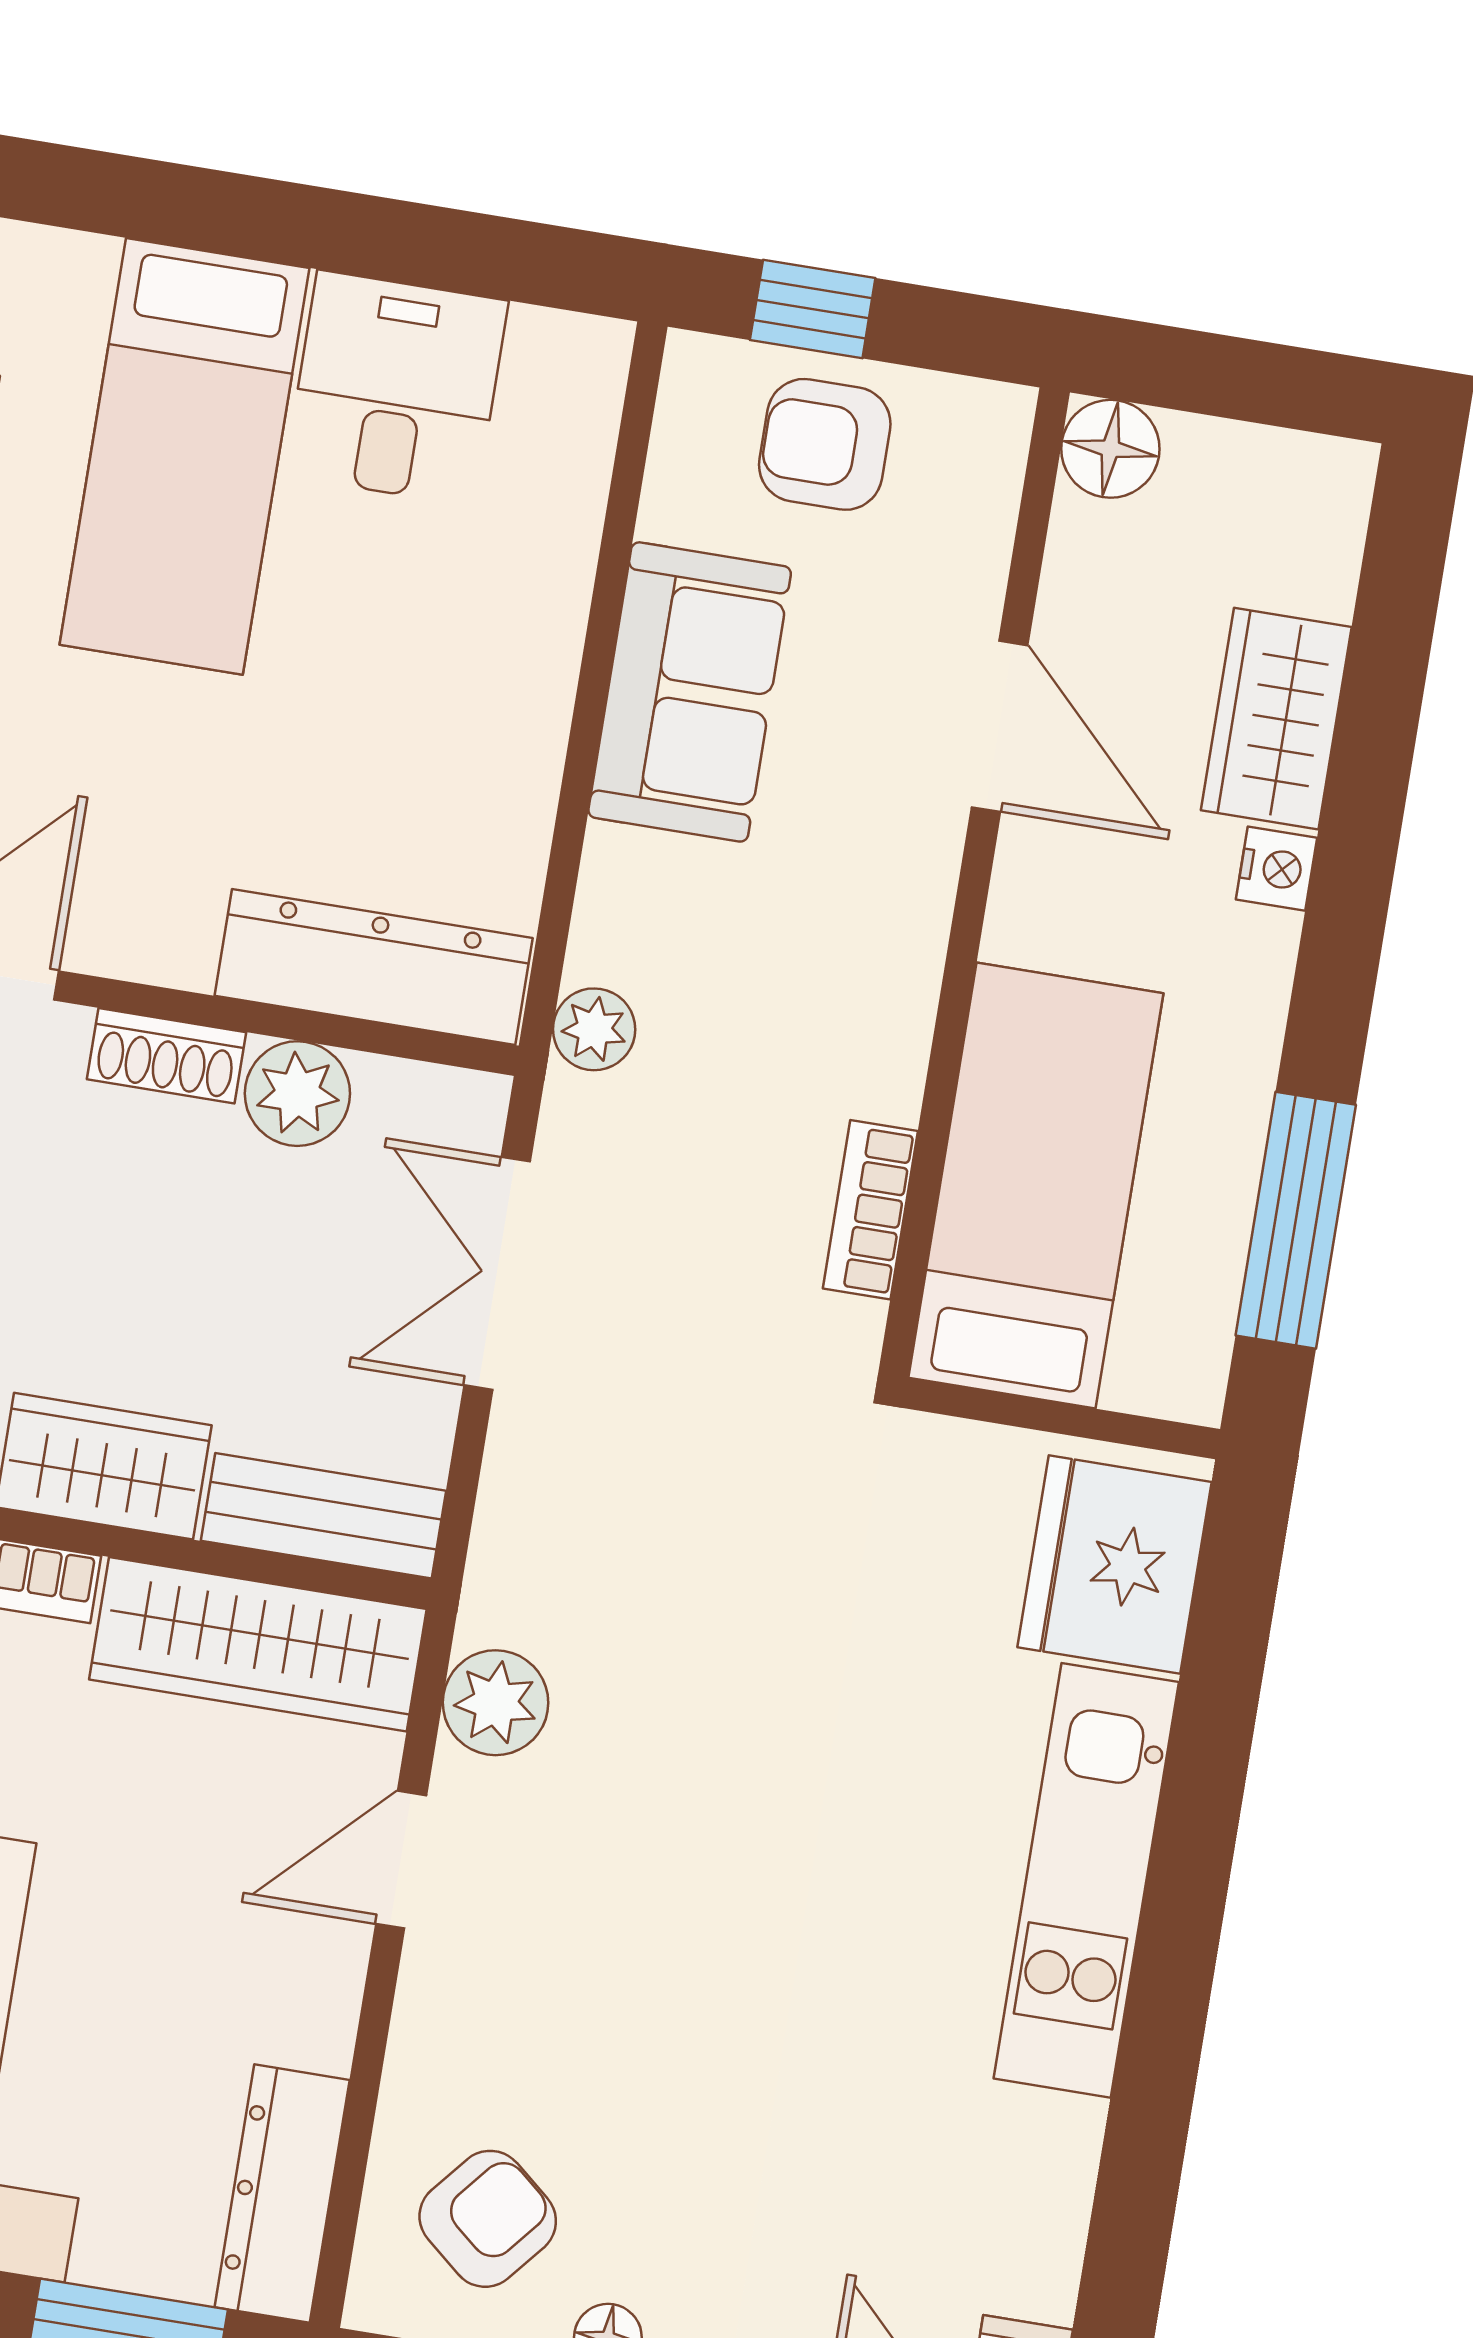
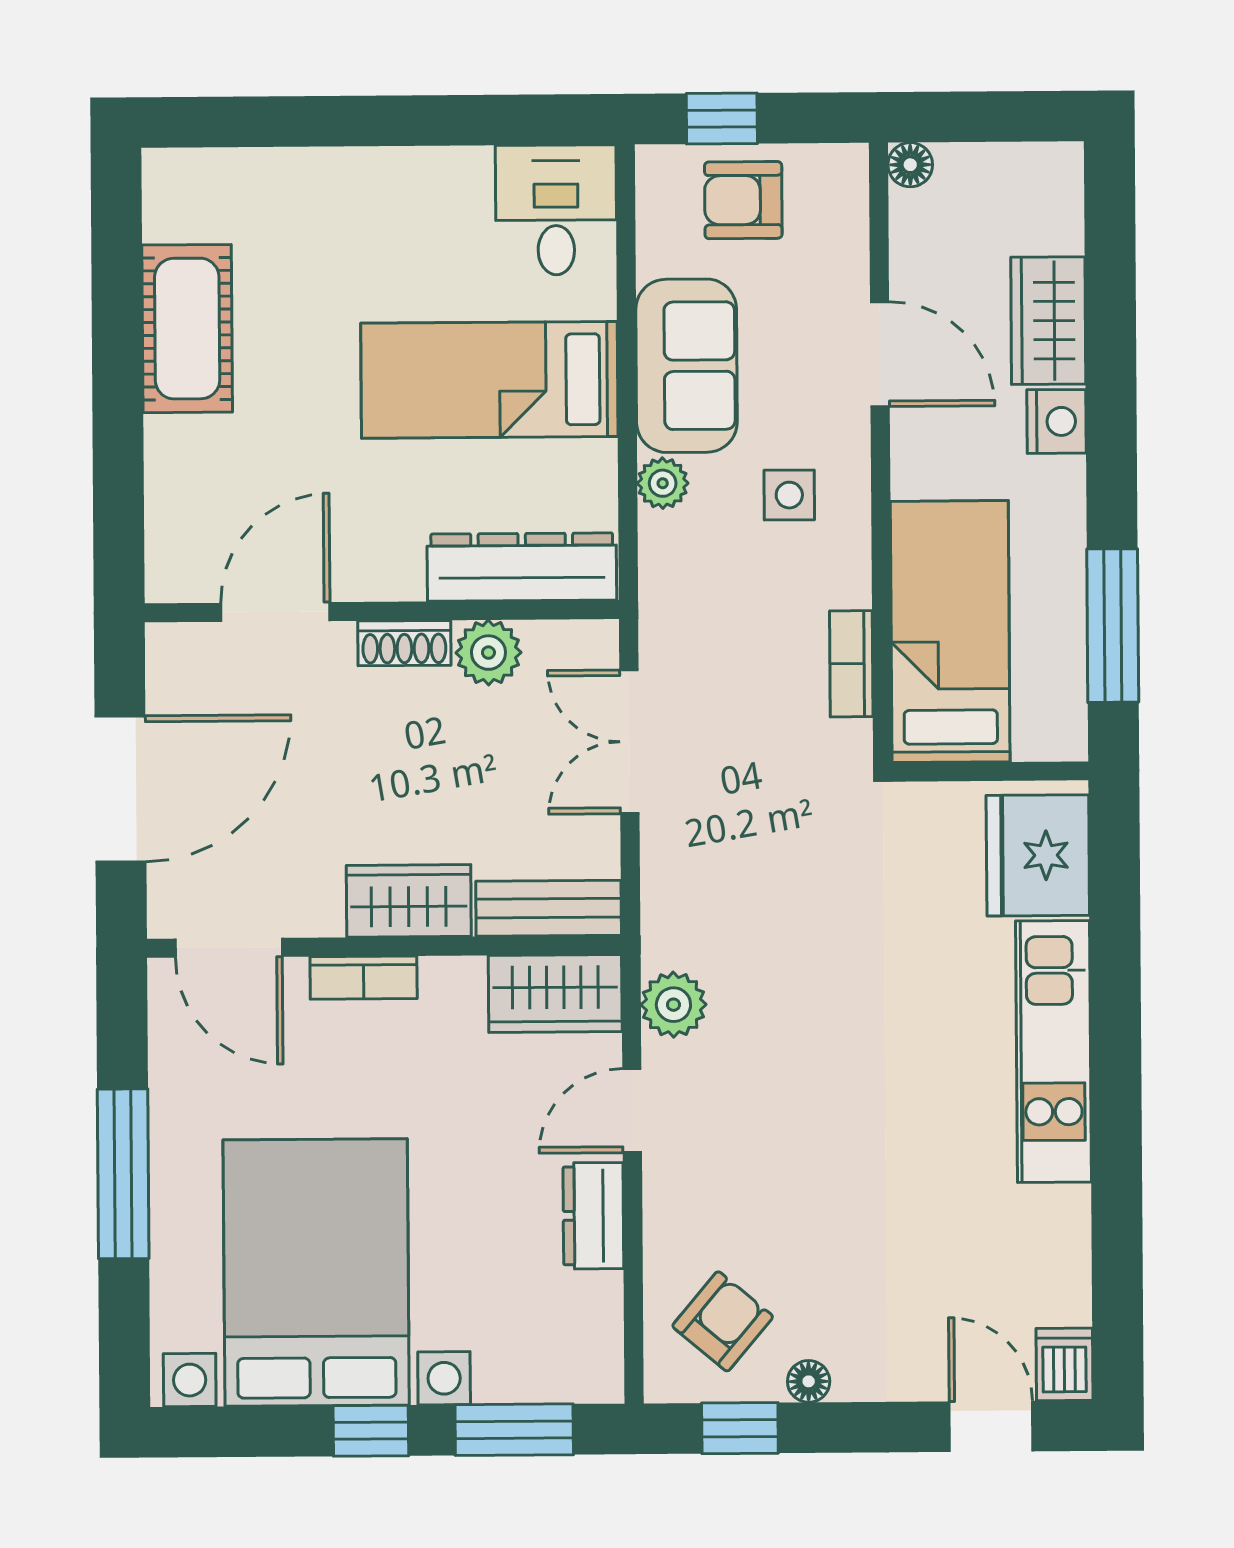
desk: (396, 388) -> (556, 210), moved
floor lamp: (1110, 449) -> (910, 165), width x0.73, depth x0.73
bed: (184, 456) -> (489, 380), moved, turned 90
nightstand: (1277, 869) -> (1057, 421), width x1.39, depth x1.35
side table: (818, 925) -> (789, 495), added
plant: (594, 1029) -> (663, 483), moved
wardrobe: (258, 1644) -> (555, 993), width x0.67
dresser: (282, 2194) -> (593, 1216), moved, width x0.70

